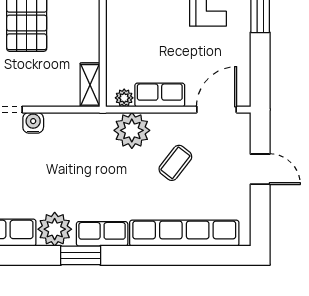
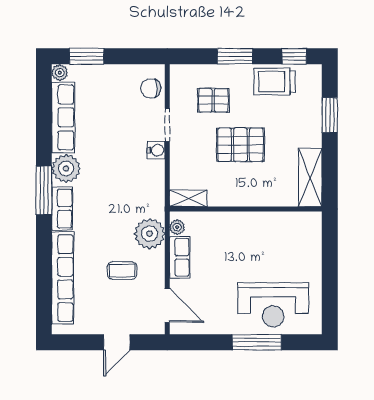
coffee table: (175, 163) -> (122, 271), turned -38
window: (81, 255) -> (44, 190), width x1.44

